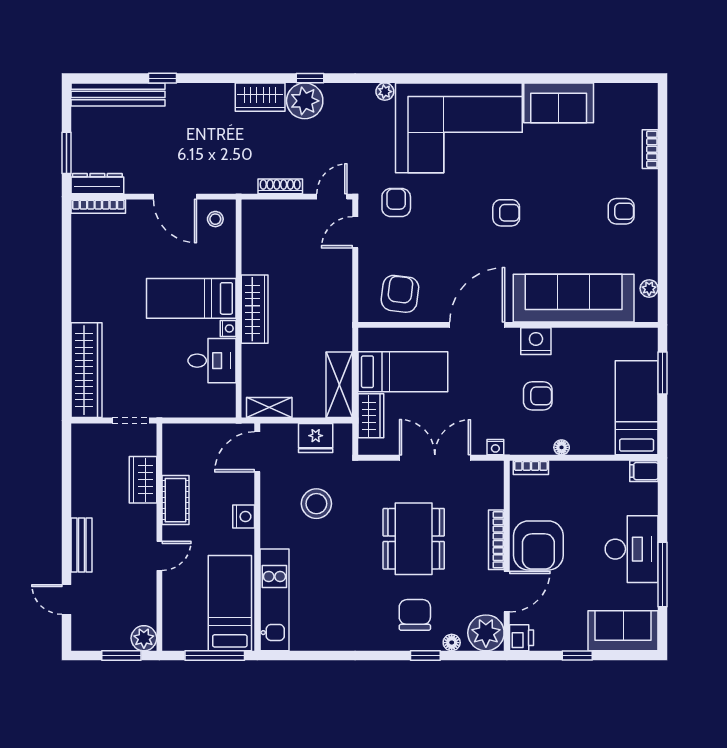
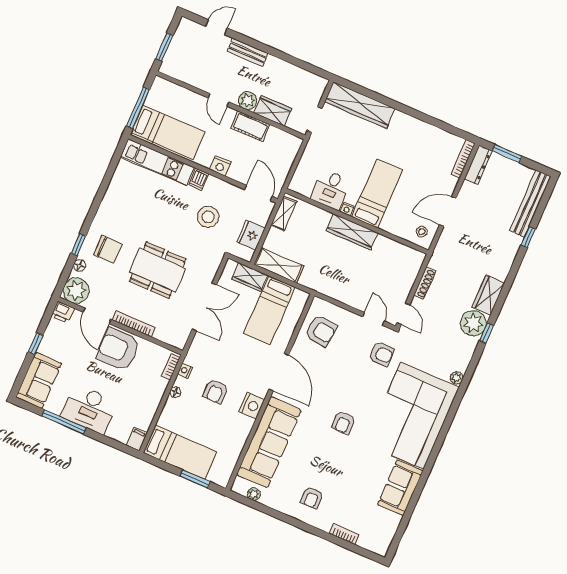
nightstand: (495, 447) -> (185, 371), moved
dishwasher: (273, 537) -> (199, 179), added
plant: (144, 638) -> (248, 101), moved

